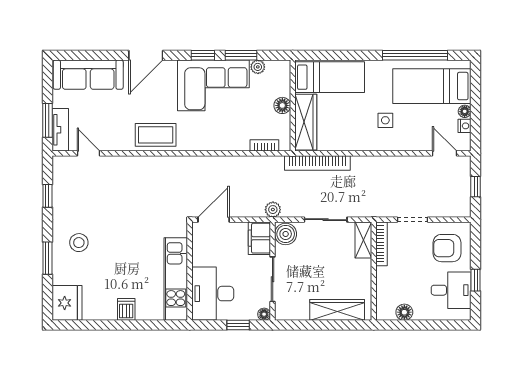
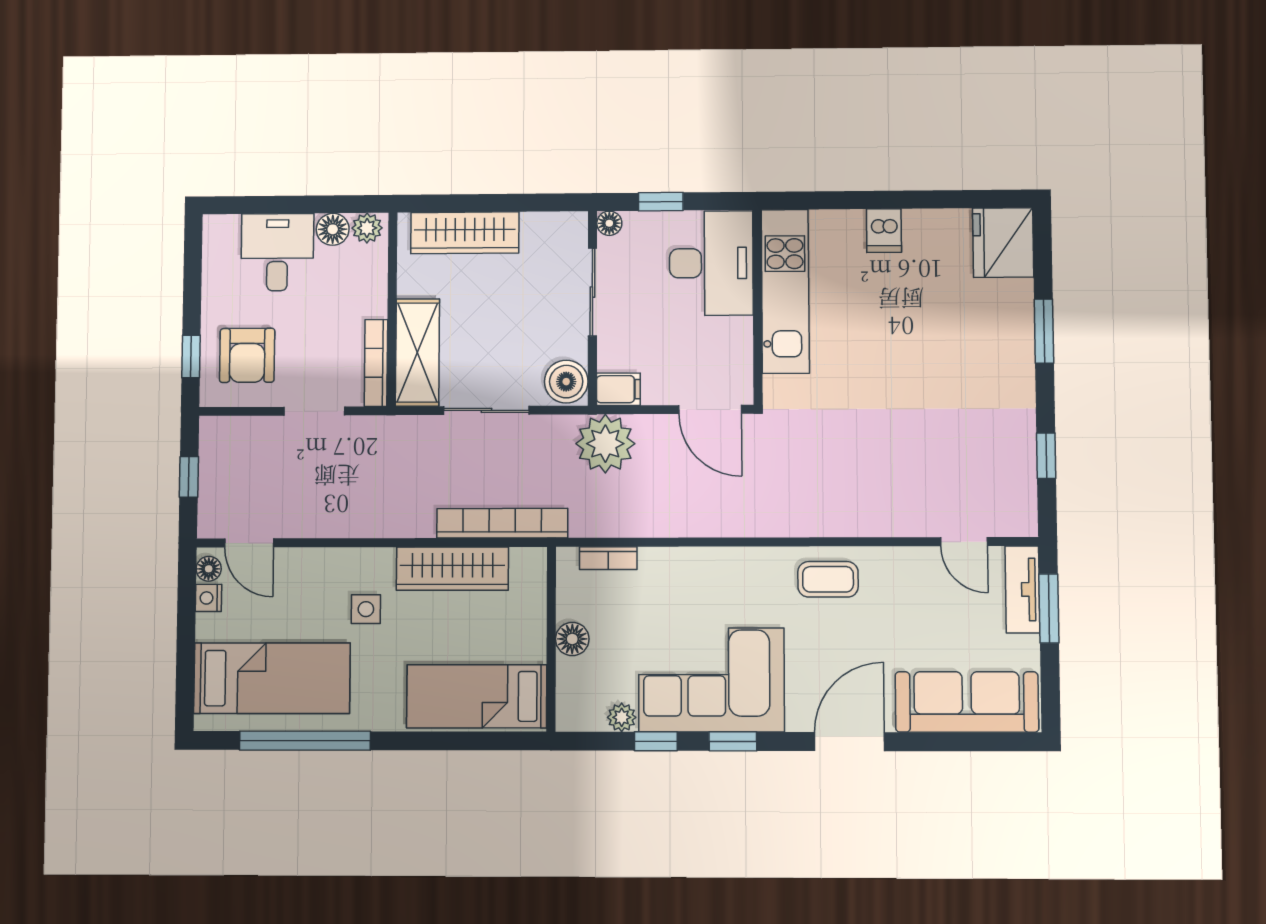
window: (241, 55) -> (656, 741), width x0.67
floor lamp: (465, 111) -> (209, 569), moved
wardrobe: (306, 122) -> (452, 569), moved, turned -90
coffee table: (156, 135) -> (828, 579), width x0.73, depth x0.77
plant: (273, 210) -> (605, 444), width x1.87, depth x1.87
door: (214, 220) -> (710, 409), hinge flipped
filing cabinet: (259, 238) -> (618, 389), width x0.50
shelving: (363, 240) -> (417, 352), width x1.50, depth x1.33
stool: (79, 243) -> (981, 362), removed
armchair: (447, 248) -> (247, 355), turned 90
window: (476, 280) -> (191, 356), moved
desk: (451, 290) -> (277, 252), moved, turned 90
plant: (387, 313) -> (367, 228), added

